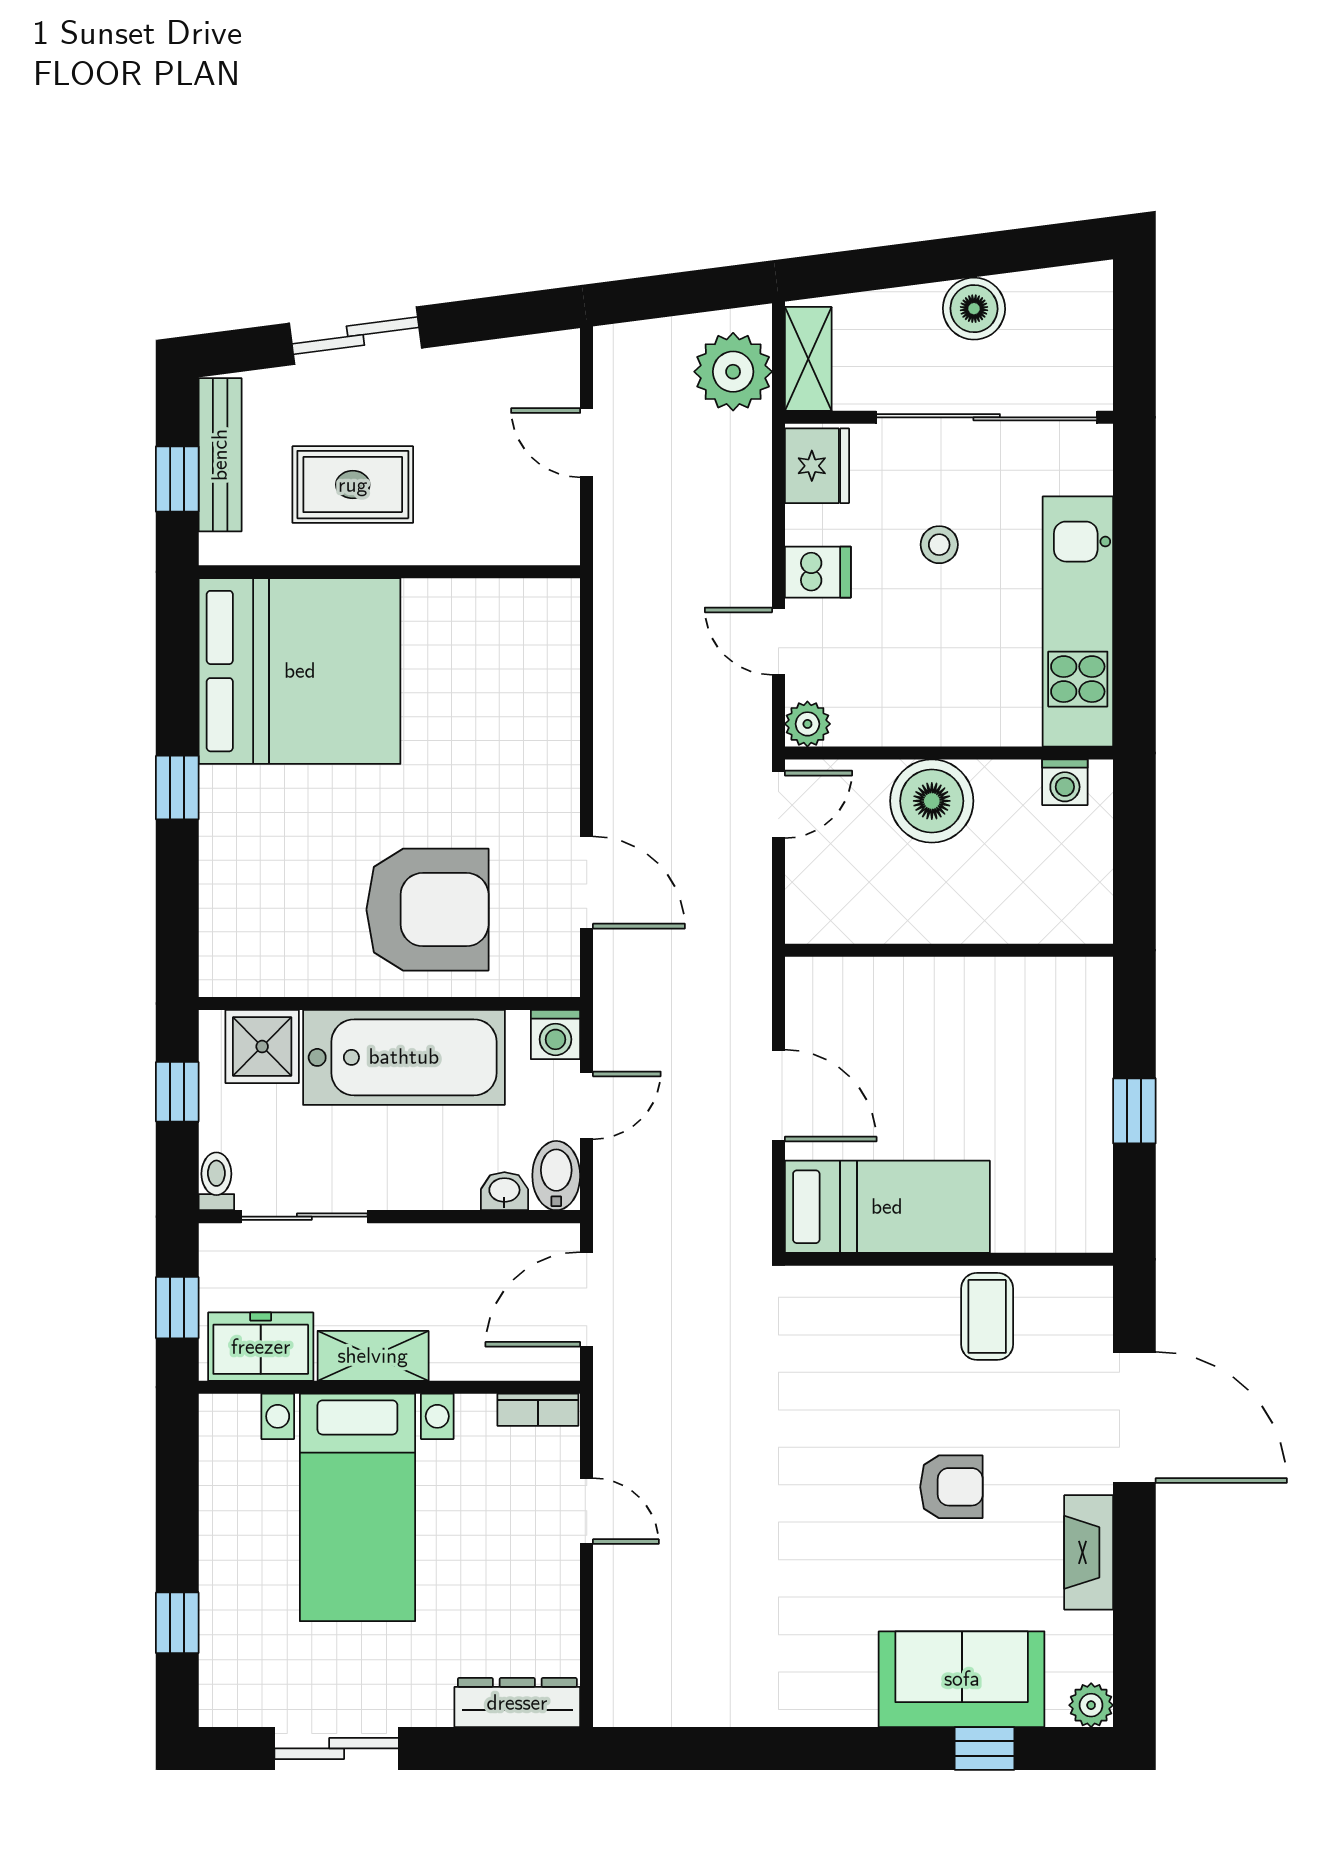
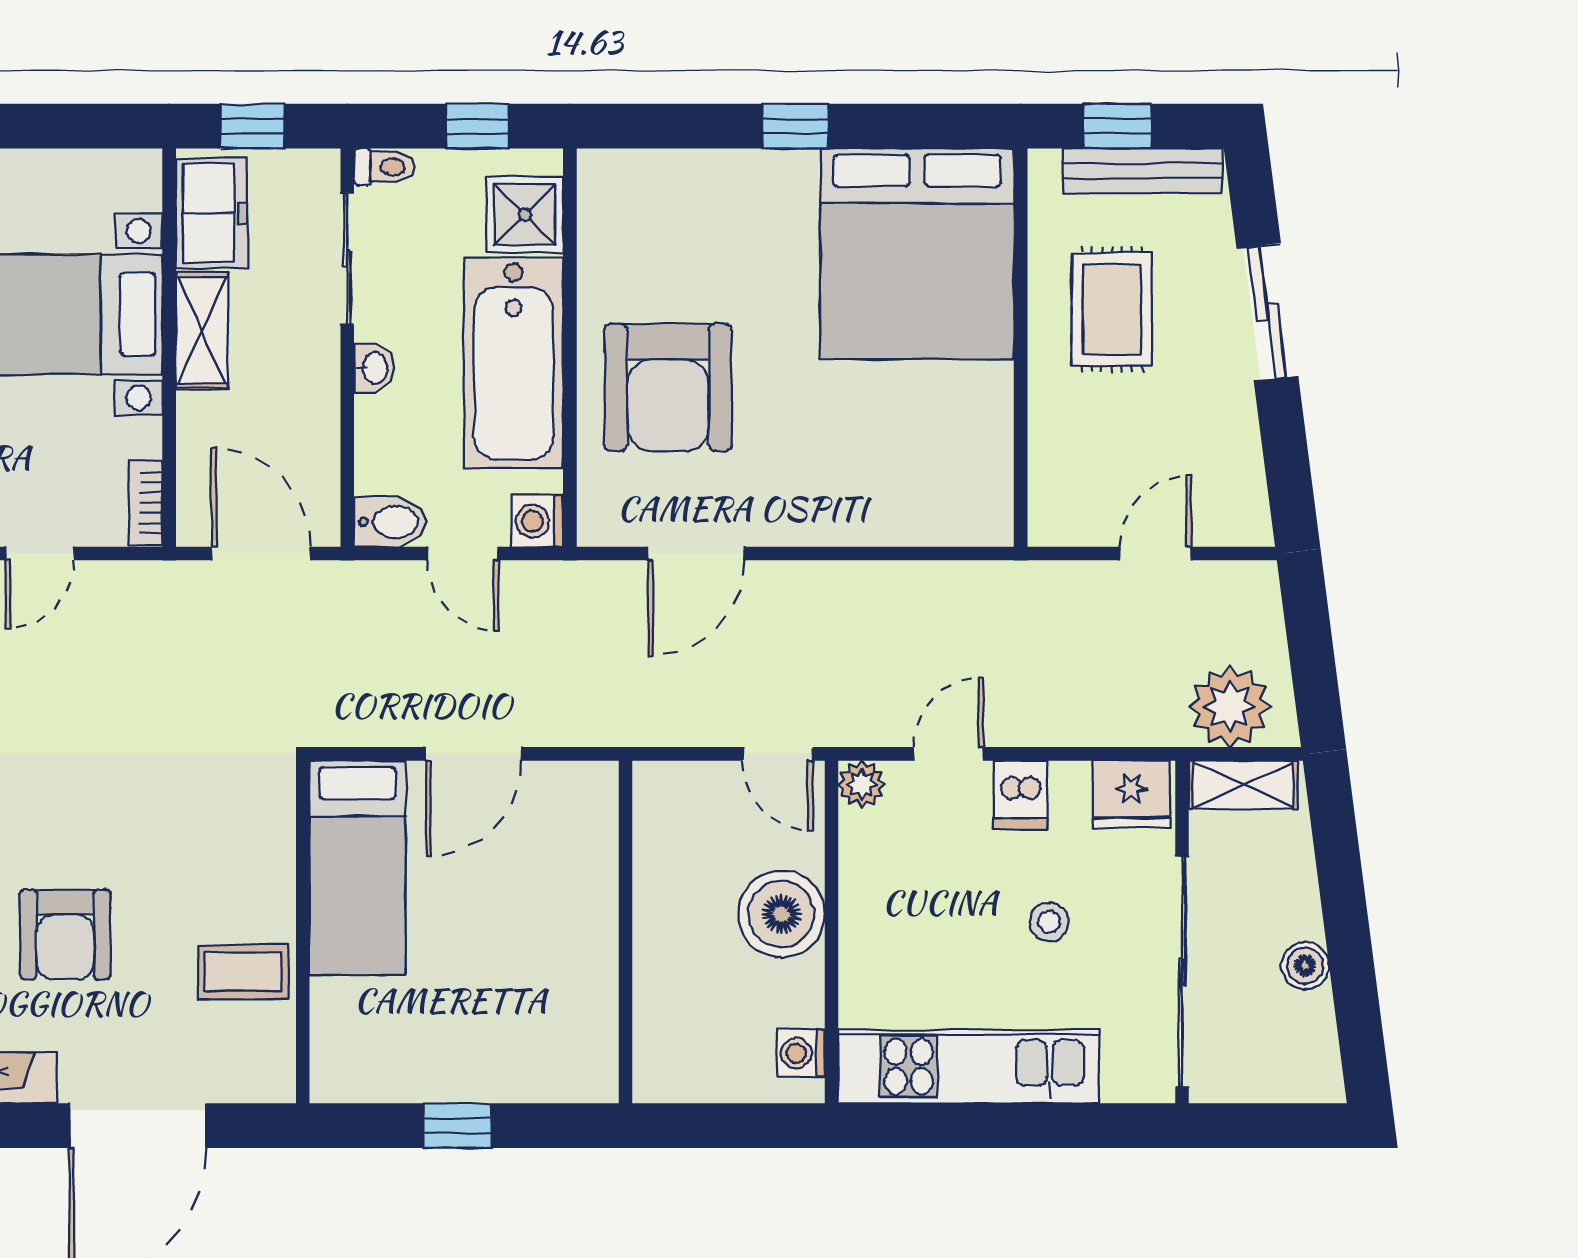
boiler: (974, 309) -> (1305, 966), width x0.73, depth x0.73
washbasin: (504, 1191) -> (374, 368), moved
armchair: (951, 1487) -> (65, 935), width x1.38, depth x1.38

